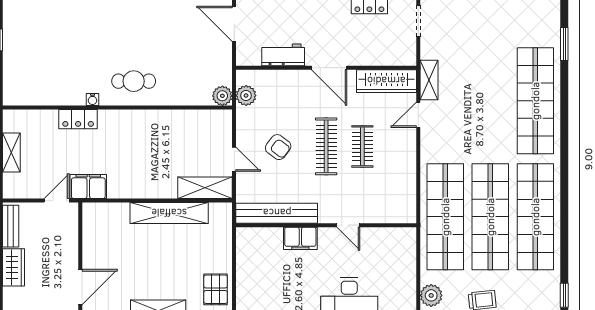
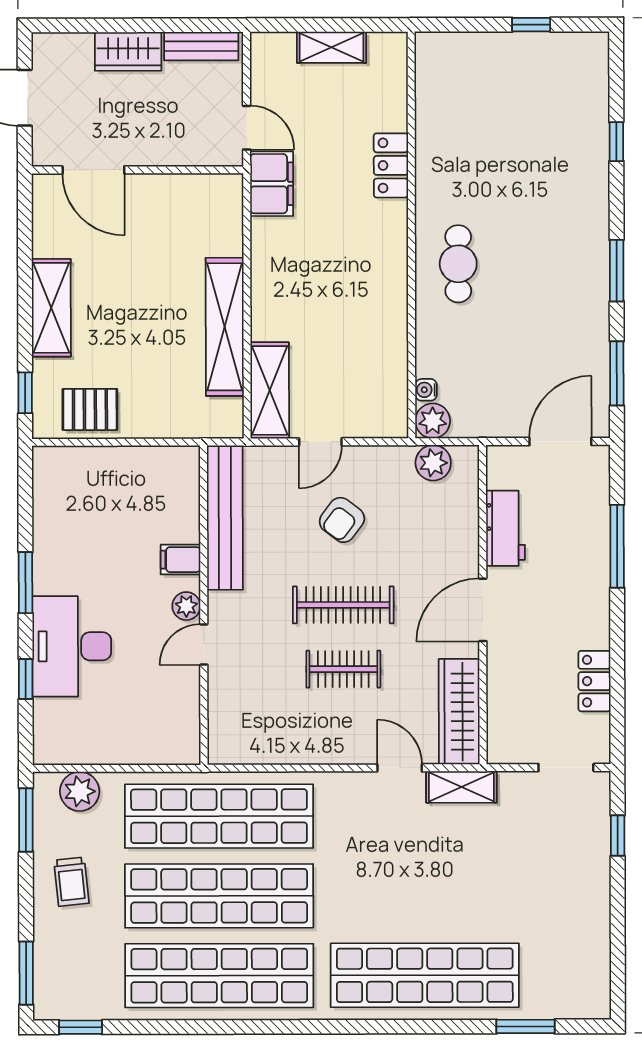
water cooler: (93, 99) -> (426, 390), moved
plant: (327, 235) -> (186, 606), added
filing cabinet: (300, 238) -> (180, 560), width x0.50

